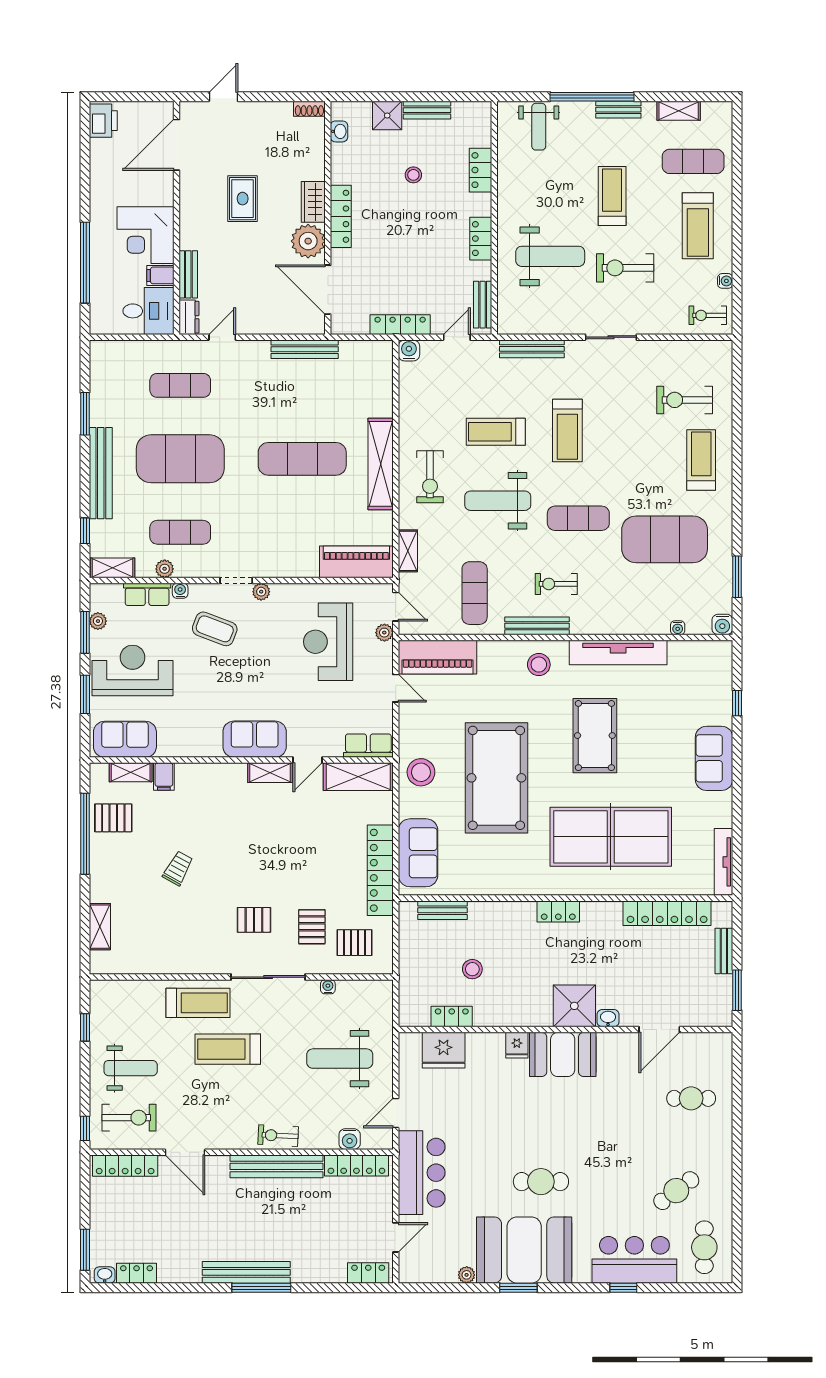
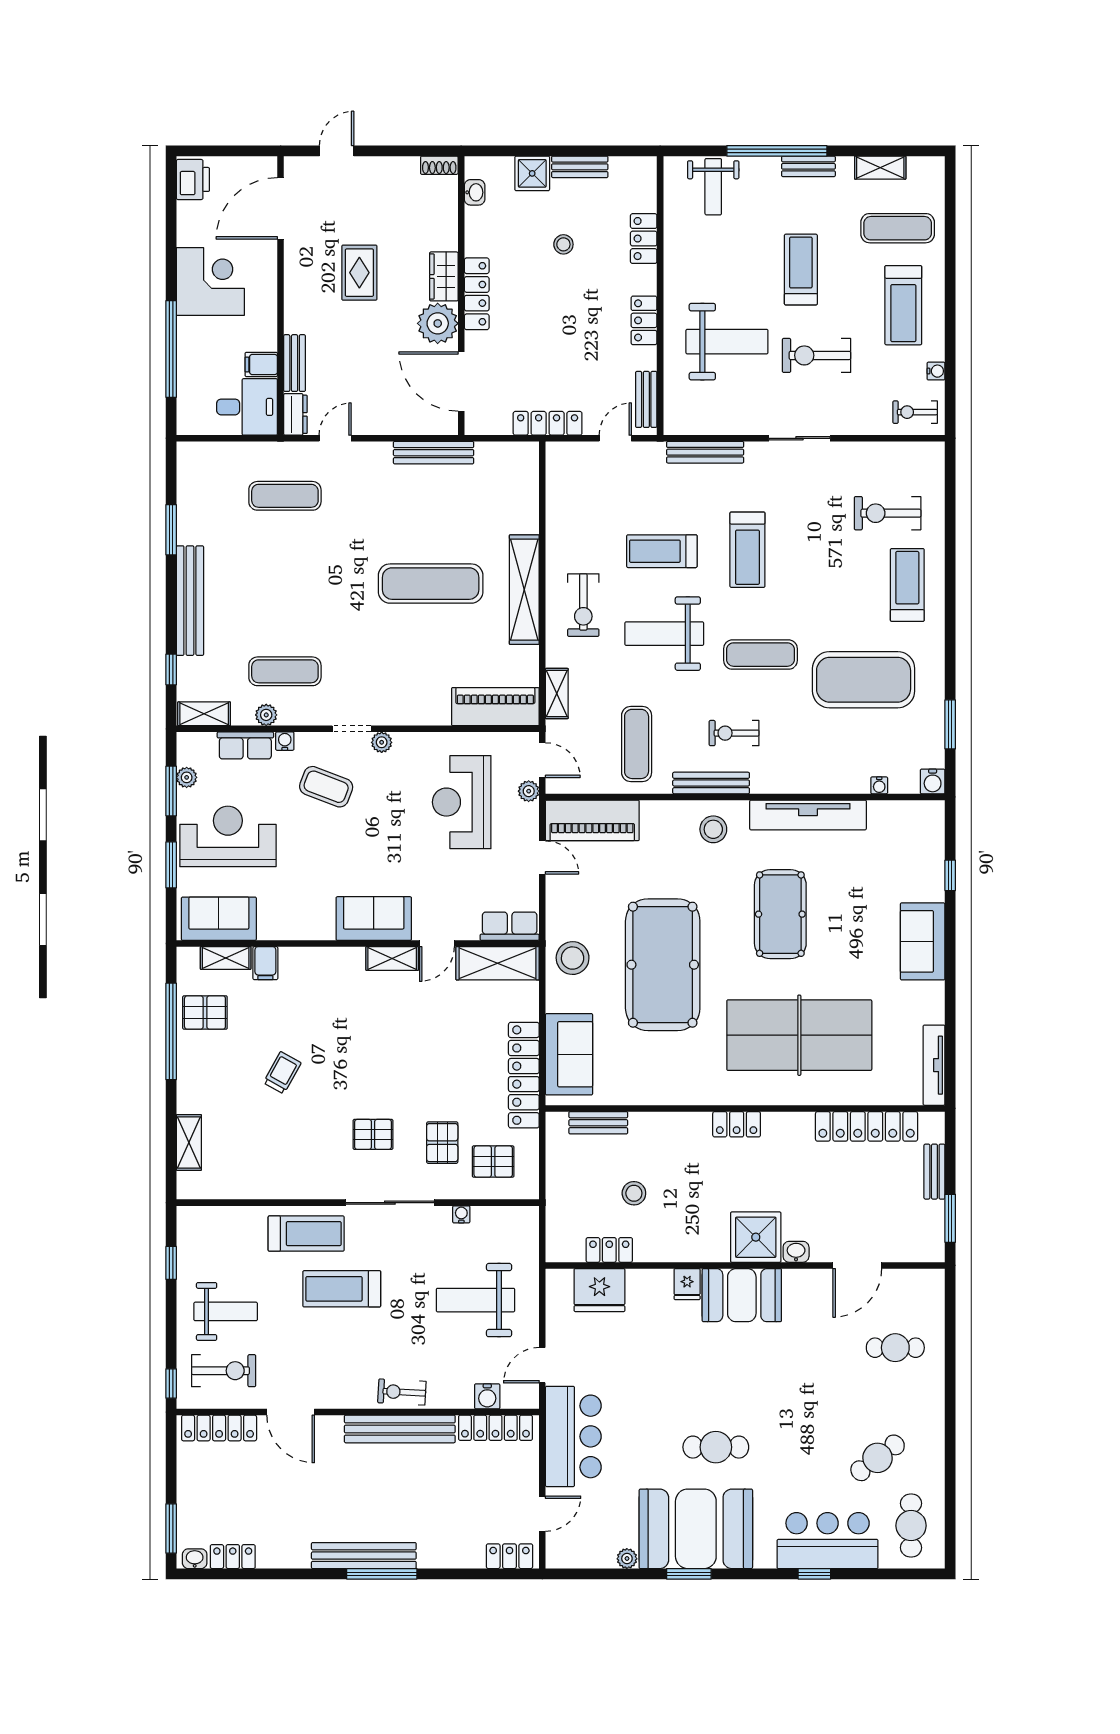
corner desk: (146, 235) -> (210, 282), moved, turned 180
water cooler: (409, 350) -> (558, 454), removed
exercise mat: (180, 459) -> (285, 584), removed

